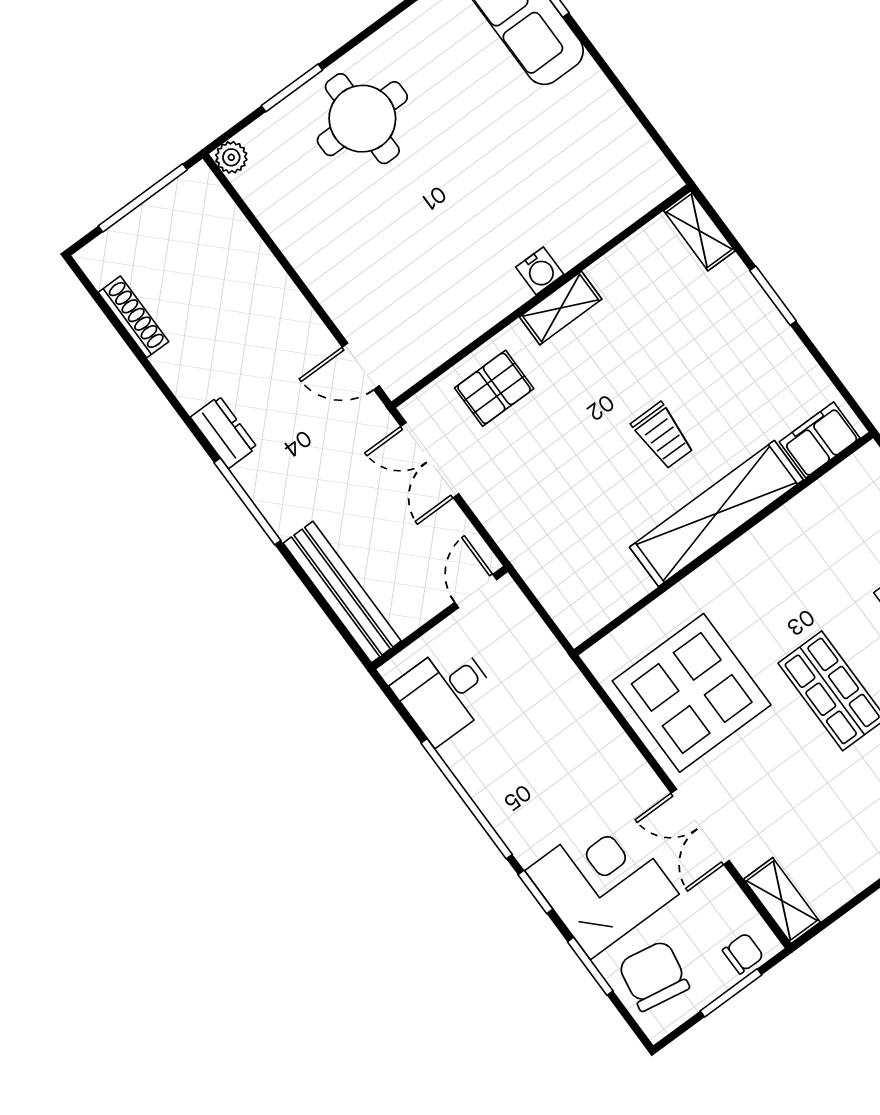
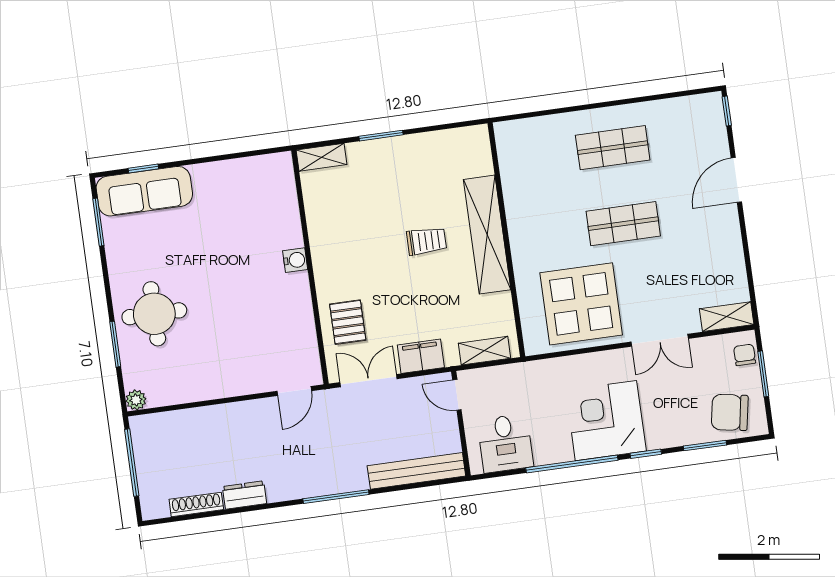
shelving: (561, 308) -> (485, 351), moved, turned 90
dresser: (224, 432) -> (245, 495), moved
filing cabinet: (820, 440) -> (421, 356), moved, turned 90
double door: (430, 460) -> (369, 381), swing flipped
corner desk: (602, 882) -> (606, 421), moved

